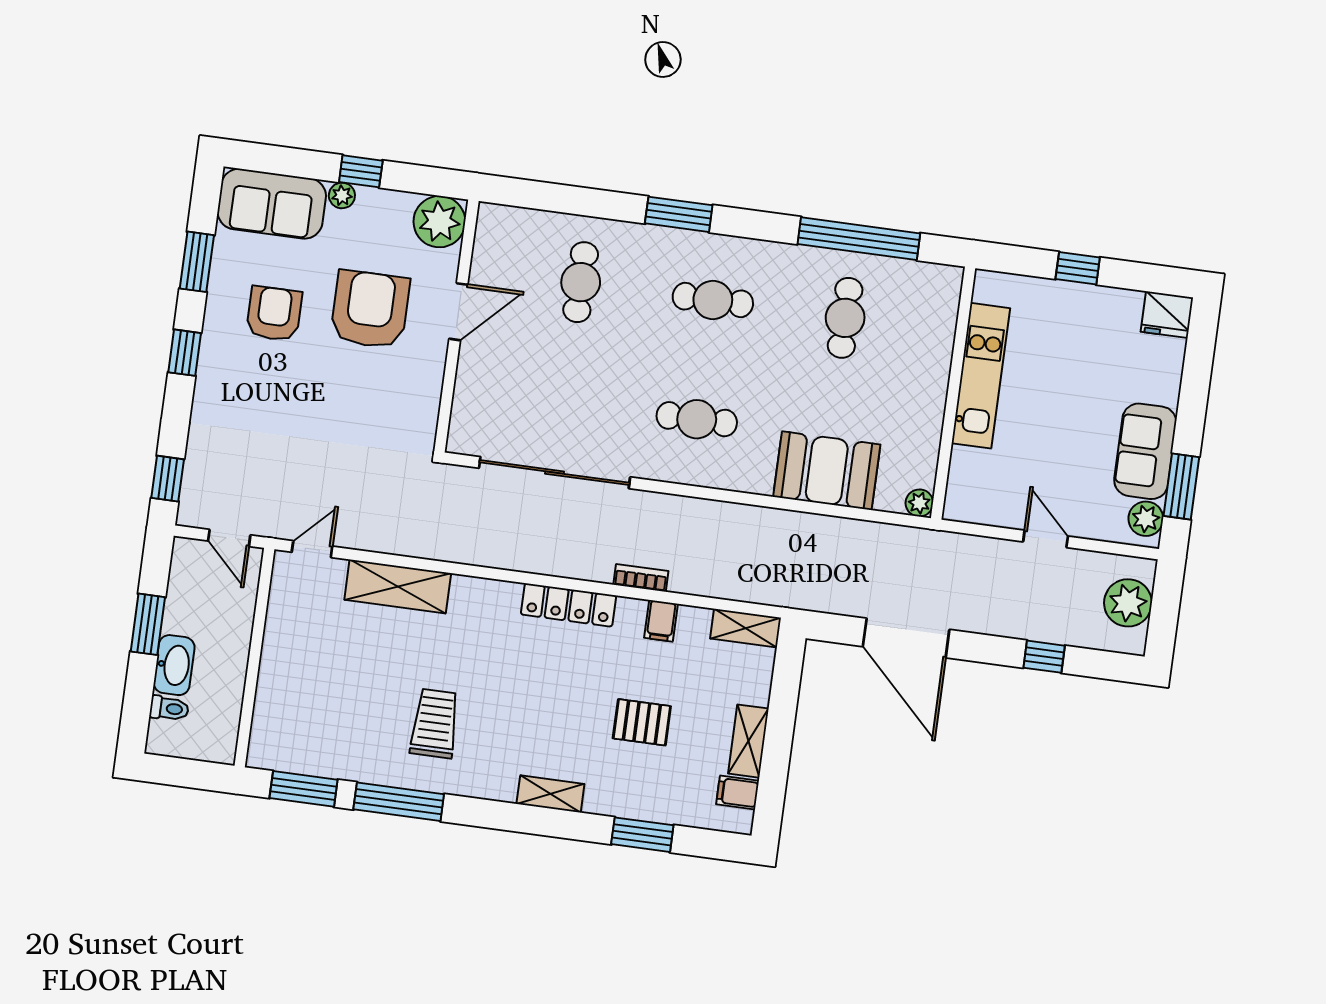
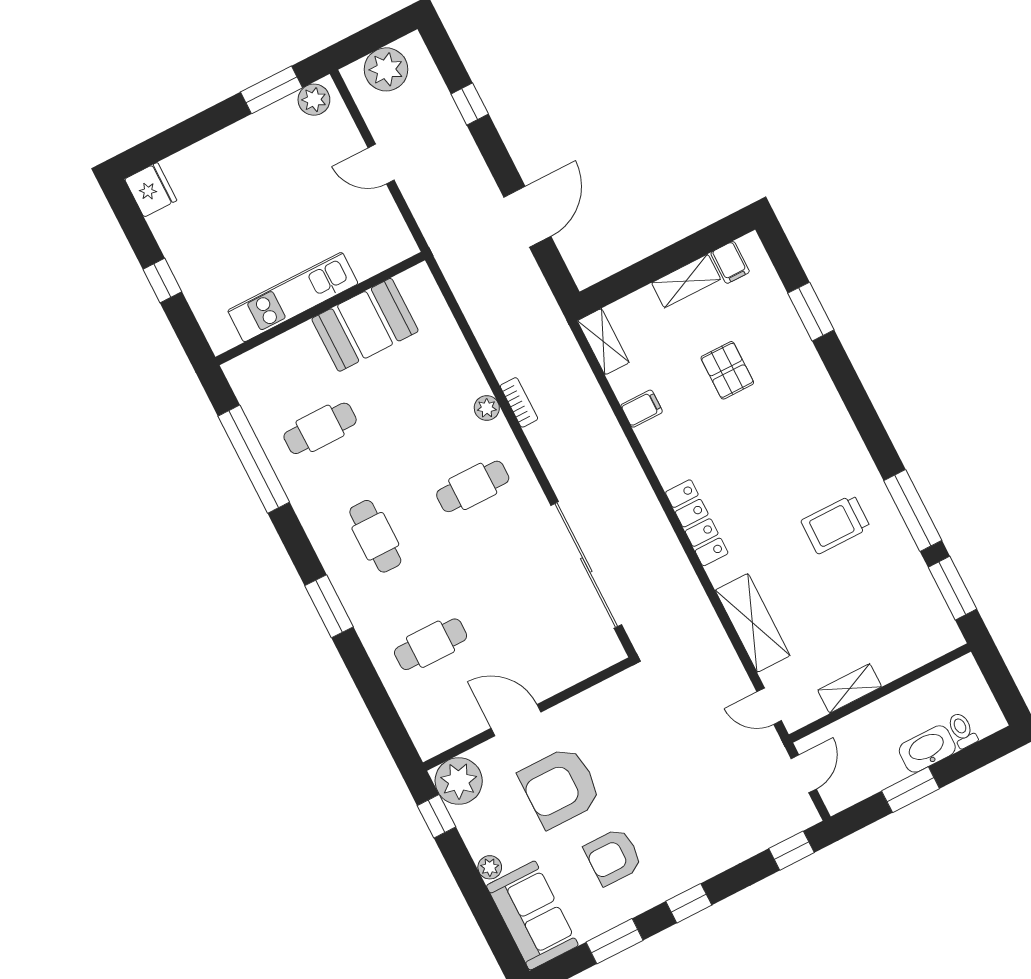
window: (361, 171) -> (436, 816), moved
cafe table: (697, 419) -> (473, 486), turned 90
sofa: (1145, 451) -> (264, 135), removed
booth: (827, 471) -> (365, 325), moved, turned 90
plant: (919, 503) -> (487, 408), moved
door: (1046, 539) -> (381, 164), hinge flipped
bookcase: (641, 578) -> (519, 402), moved, turned 180
locker: (568, 605) -> (697, 523), moved
door: (906, 638) -> (527, 217), width x0.73
shelving: (550, 794) -> (850, 688), moved, turned 90

